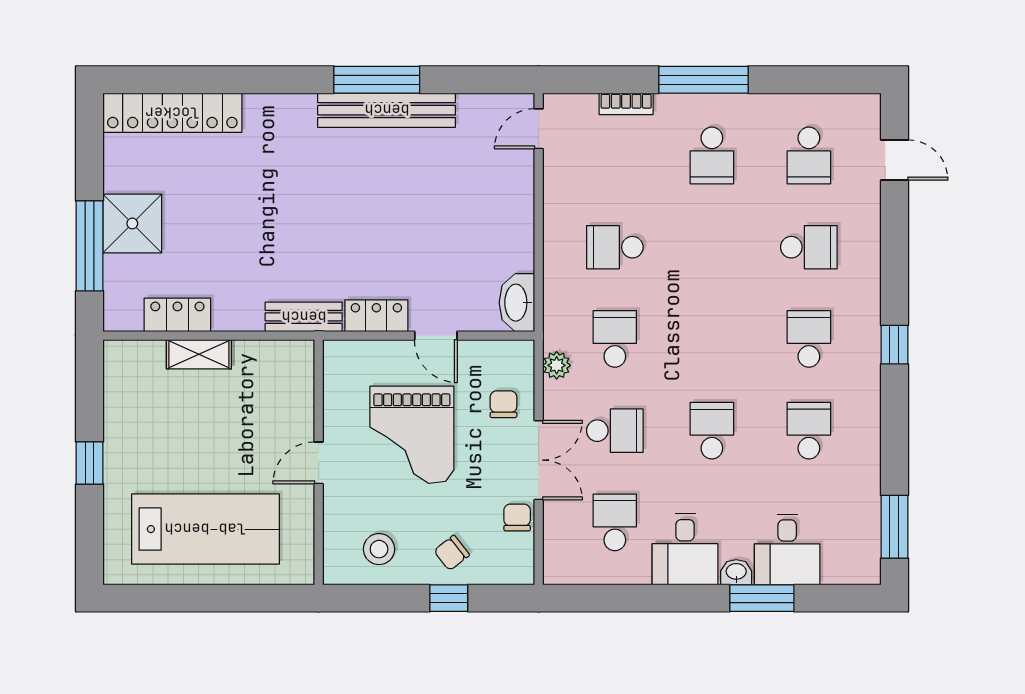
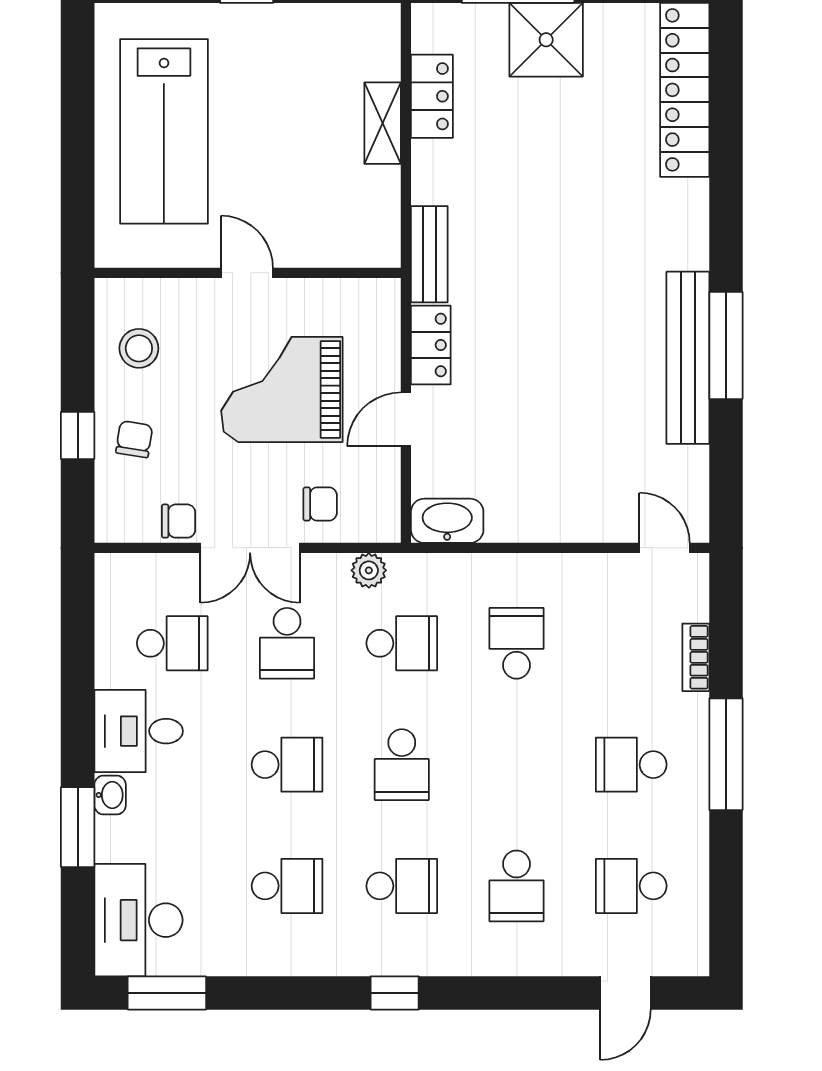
school desk: (712, 339) -> (402, 765), added
desk: (787, 550) -> (138, 920), moved, width x1.37
chair: (452, 553) -> (134, 439), turned 47

